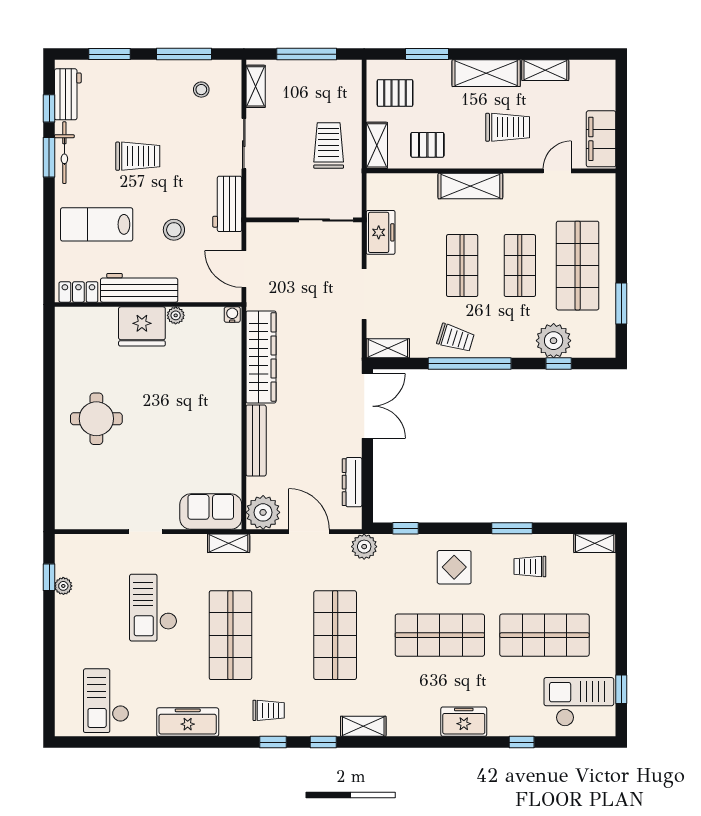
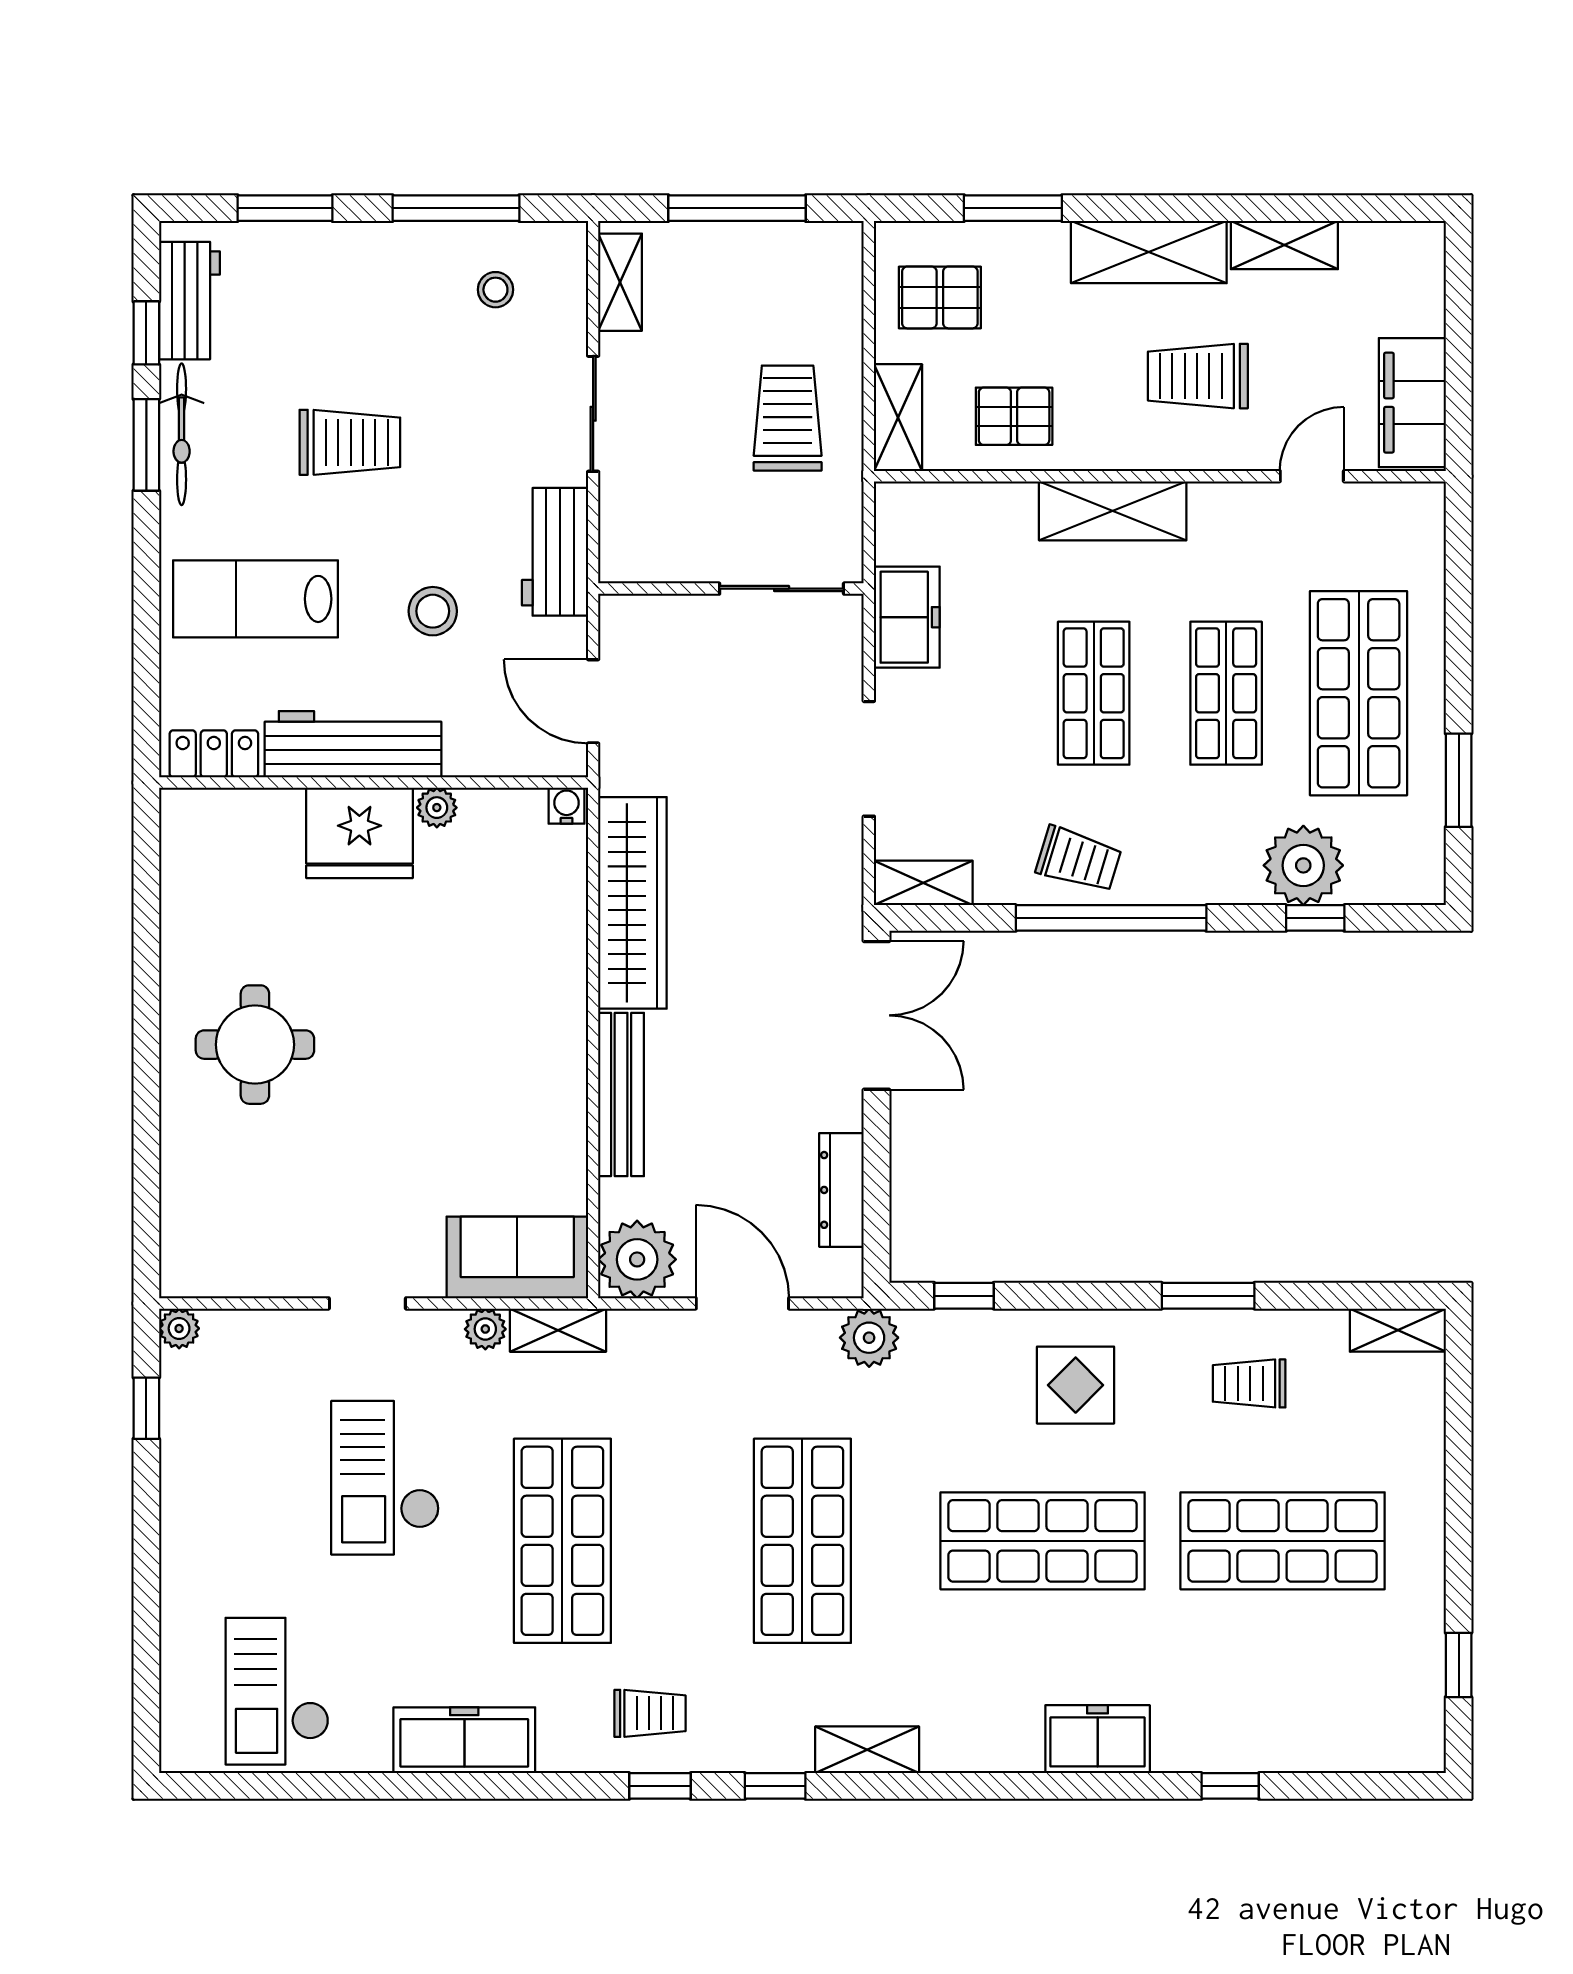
trolley: (508, 127) -> (1198, 376), turned 180
plant: (197, 543) -> (485, 1329), added
plant: (63, 586) -> (179, 1328), moved
checkout: (579, 702) -> (1361, 1694), removed

